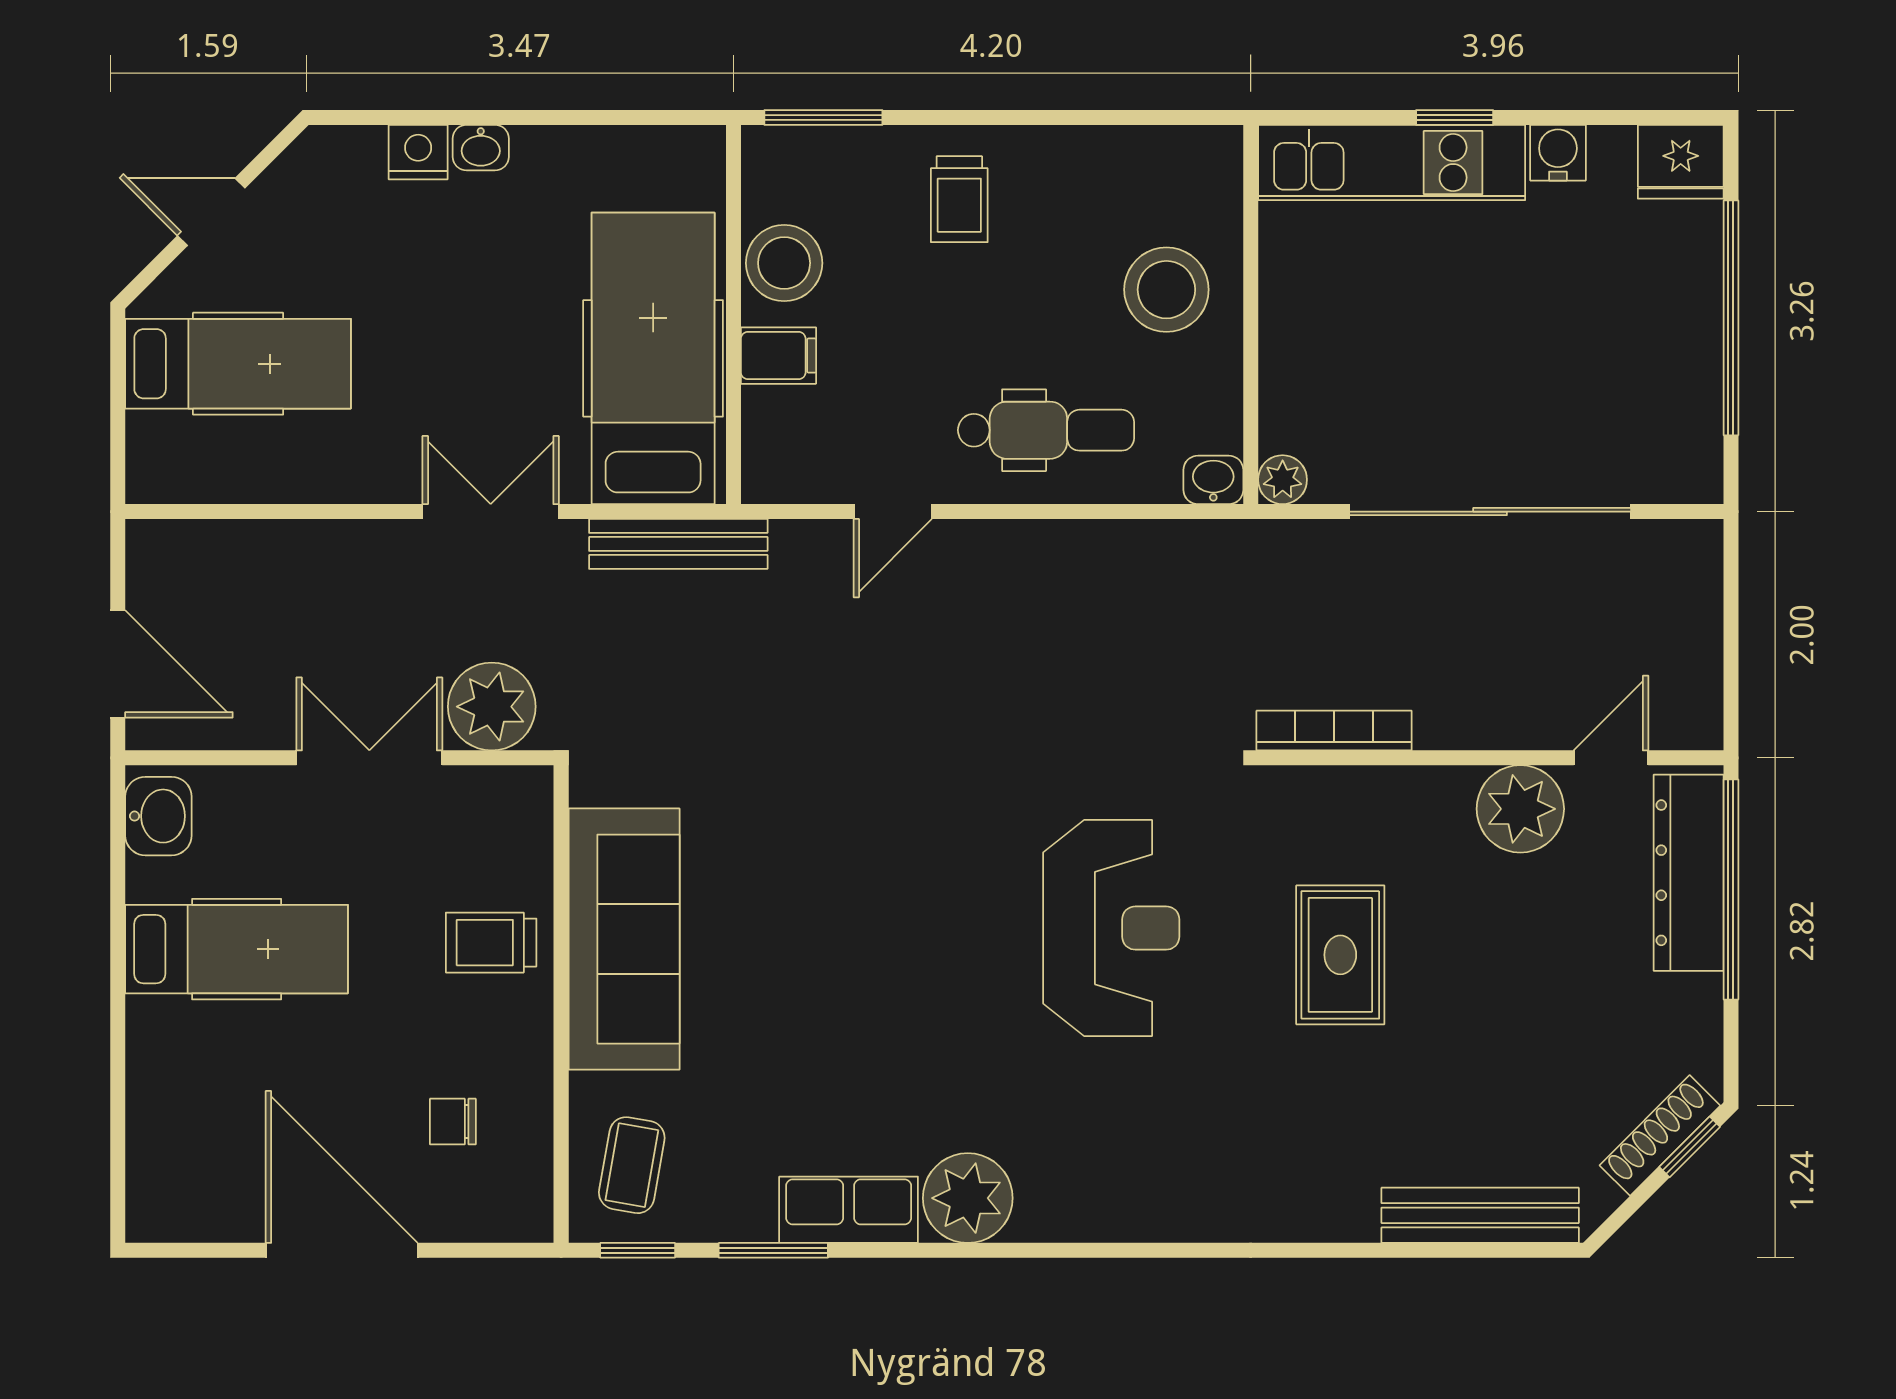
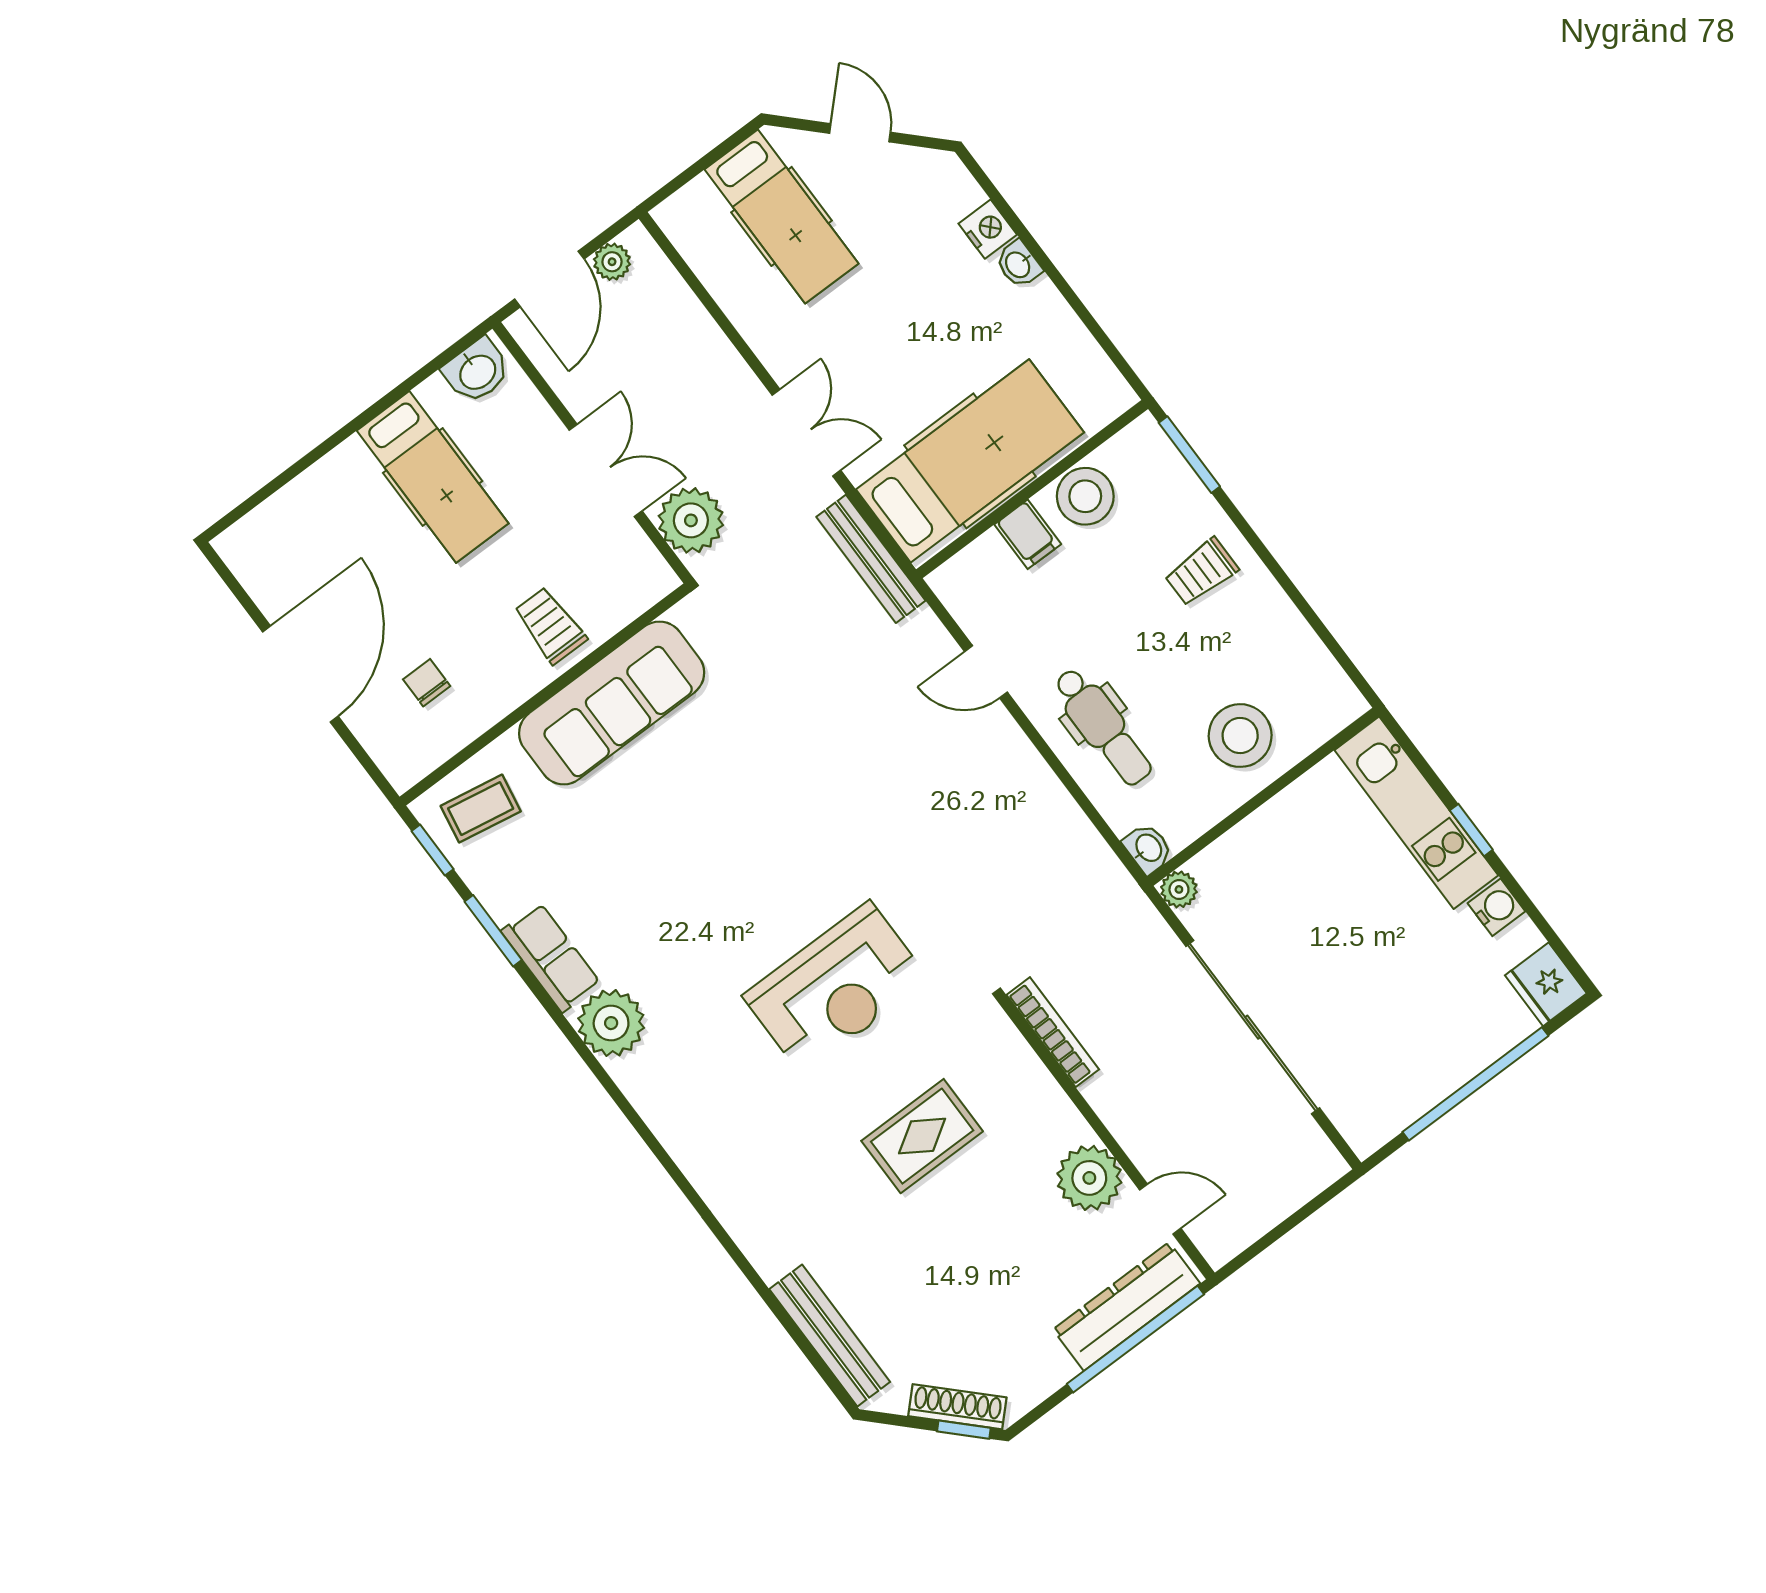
plant: (150, 582) -> (612, 262), added

